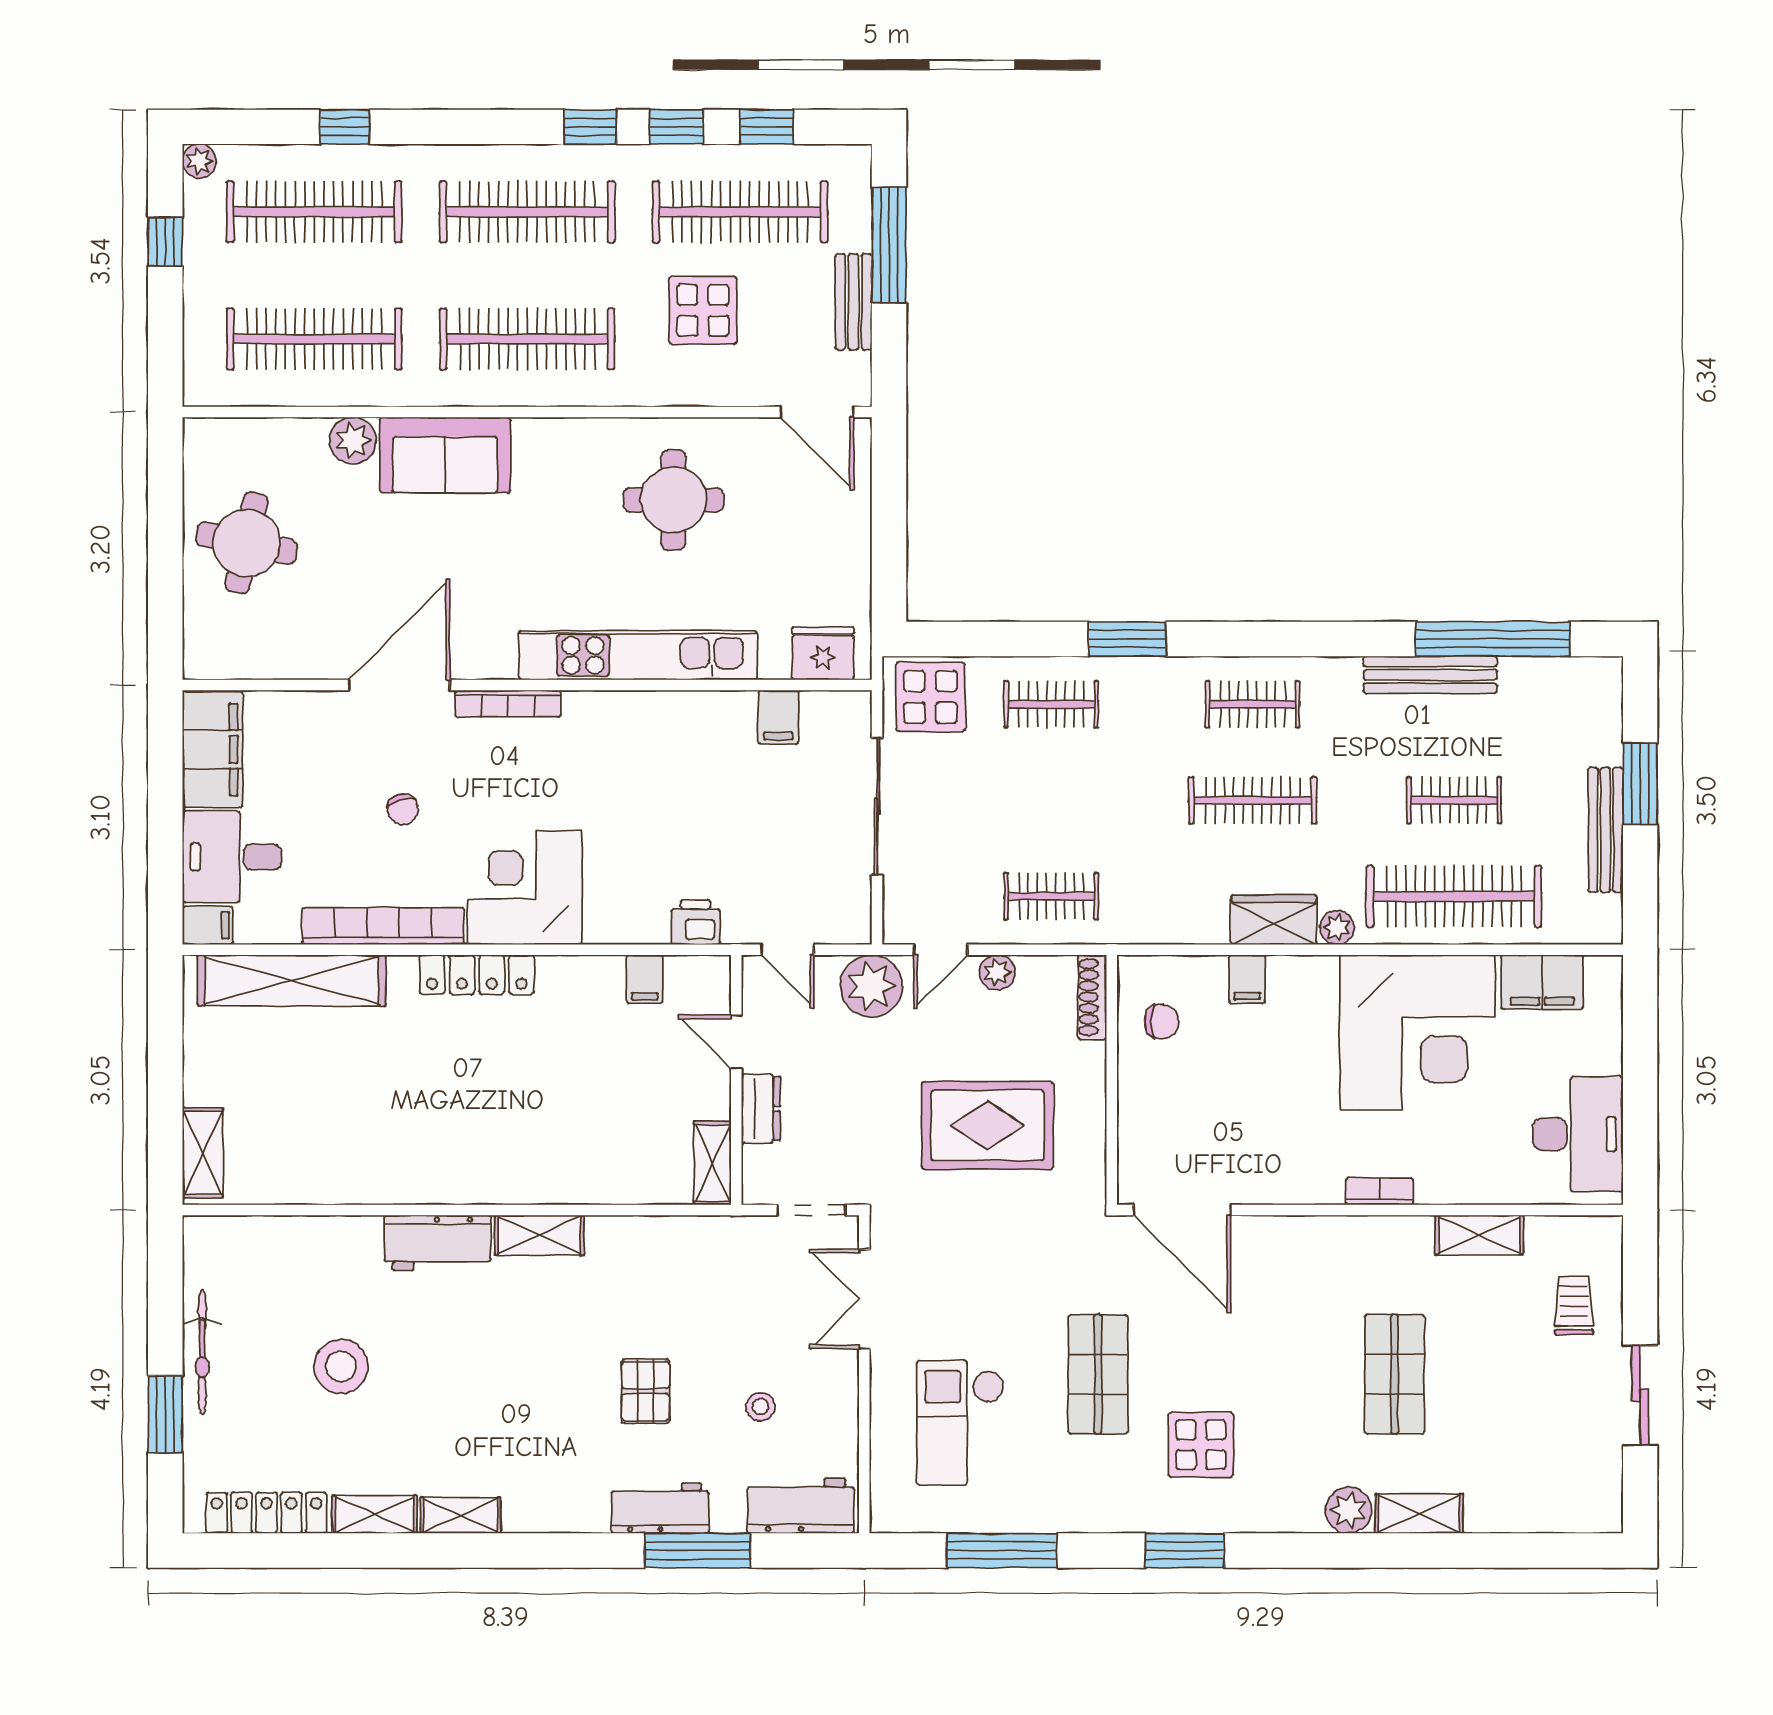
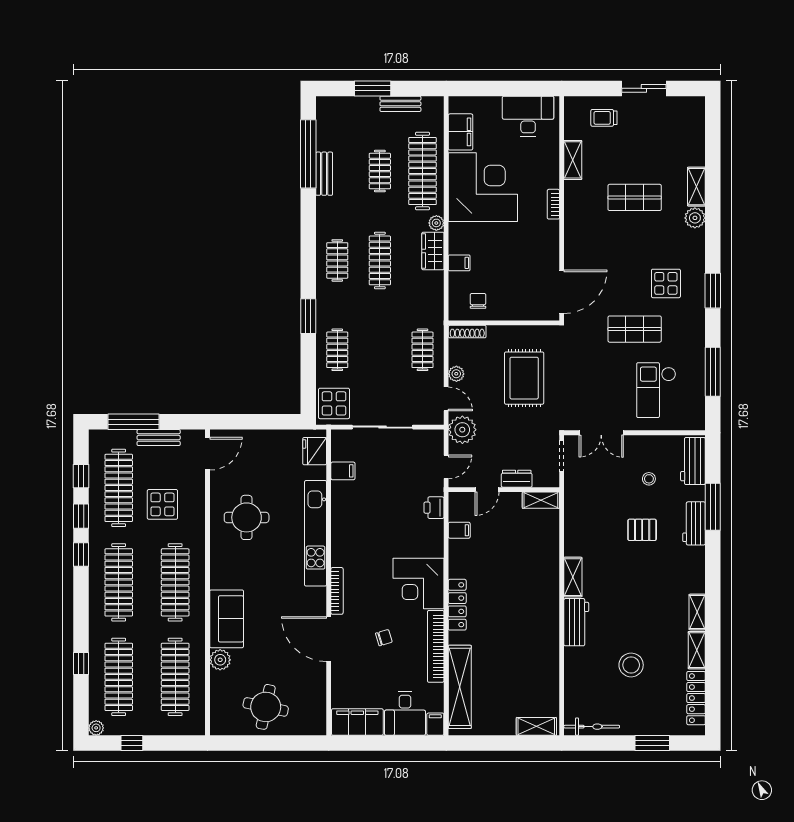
bench: (1430, 675) -> (324, 174), width x0.73
bench: (1606, 830) -> (400, 104), width x0.73
bicycle: (202, 1352) -> (592, 727), moved
checkout: (960, 1423) -> (656, 390), turned 90

